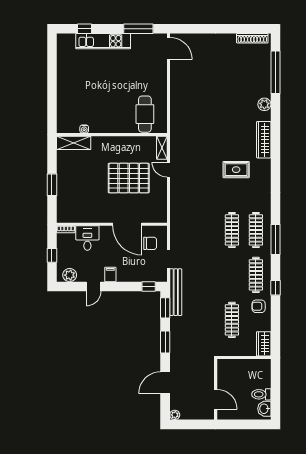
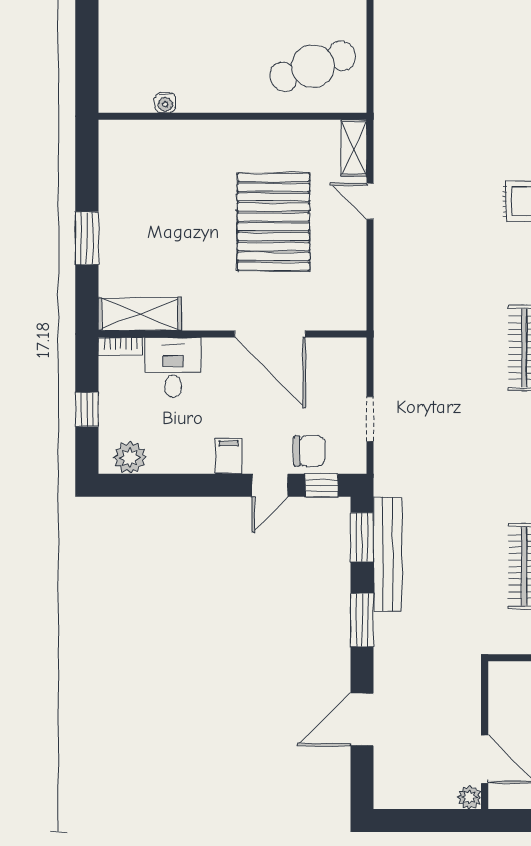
cafe table: (145, 114) -> (313, 66), turned 70
shelving: (74, 143) -> (140, 314), moved
pallet: (129, 178) -> (273, 222), turned 90
chair: (150, 243) -> (309, 451), moved
door: (93, 286) -> (270, 485), moved
bench: (176, 292) -> (388, 554), moved
plant: (175, 415) -> (469, 797), moved

